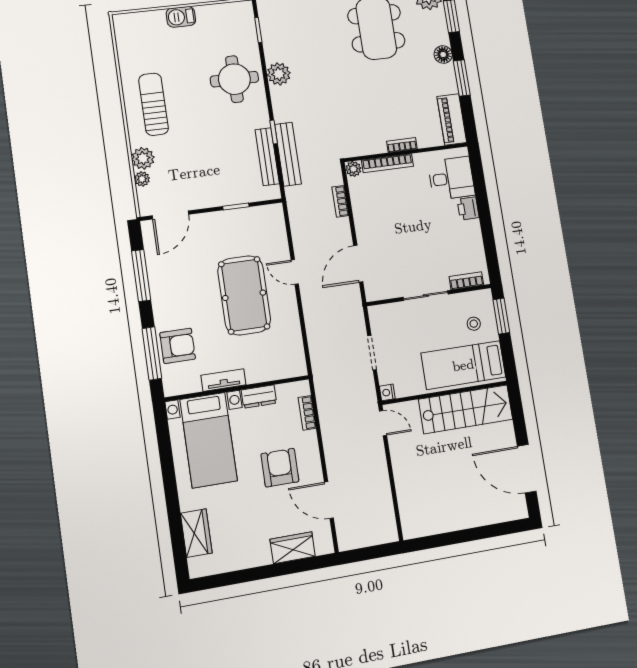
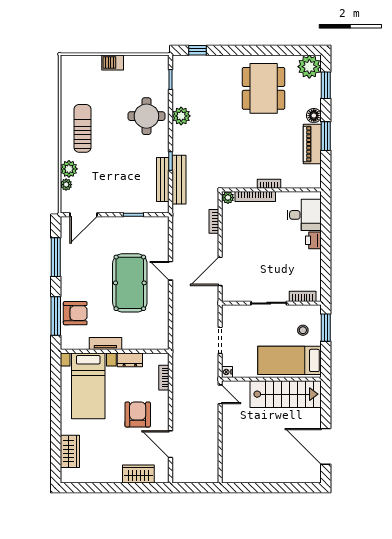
piano: (452, 119) -> (312, 144), moved

